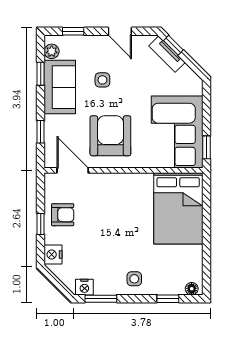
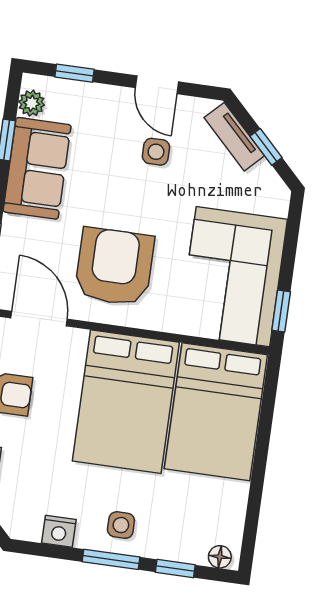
window: (173, 45) -> (266, 147), moved
side table: (102, 80) -> (156, 152), moved
bed: (127, 210) -> (126, 402), added
nightstand: (84, 287) -> (59, 531), moved
window: (101, 299) -> (111, 559), moved

